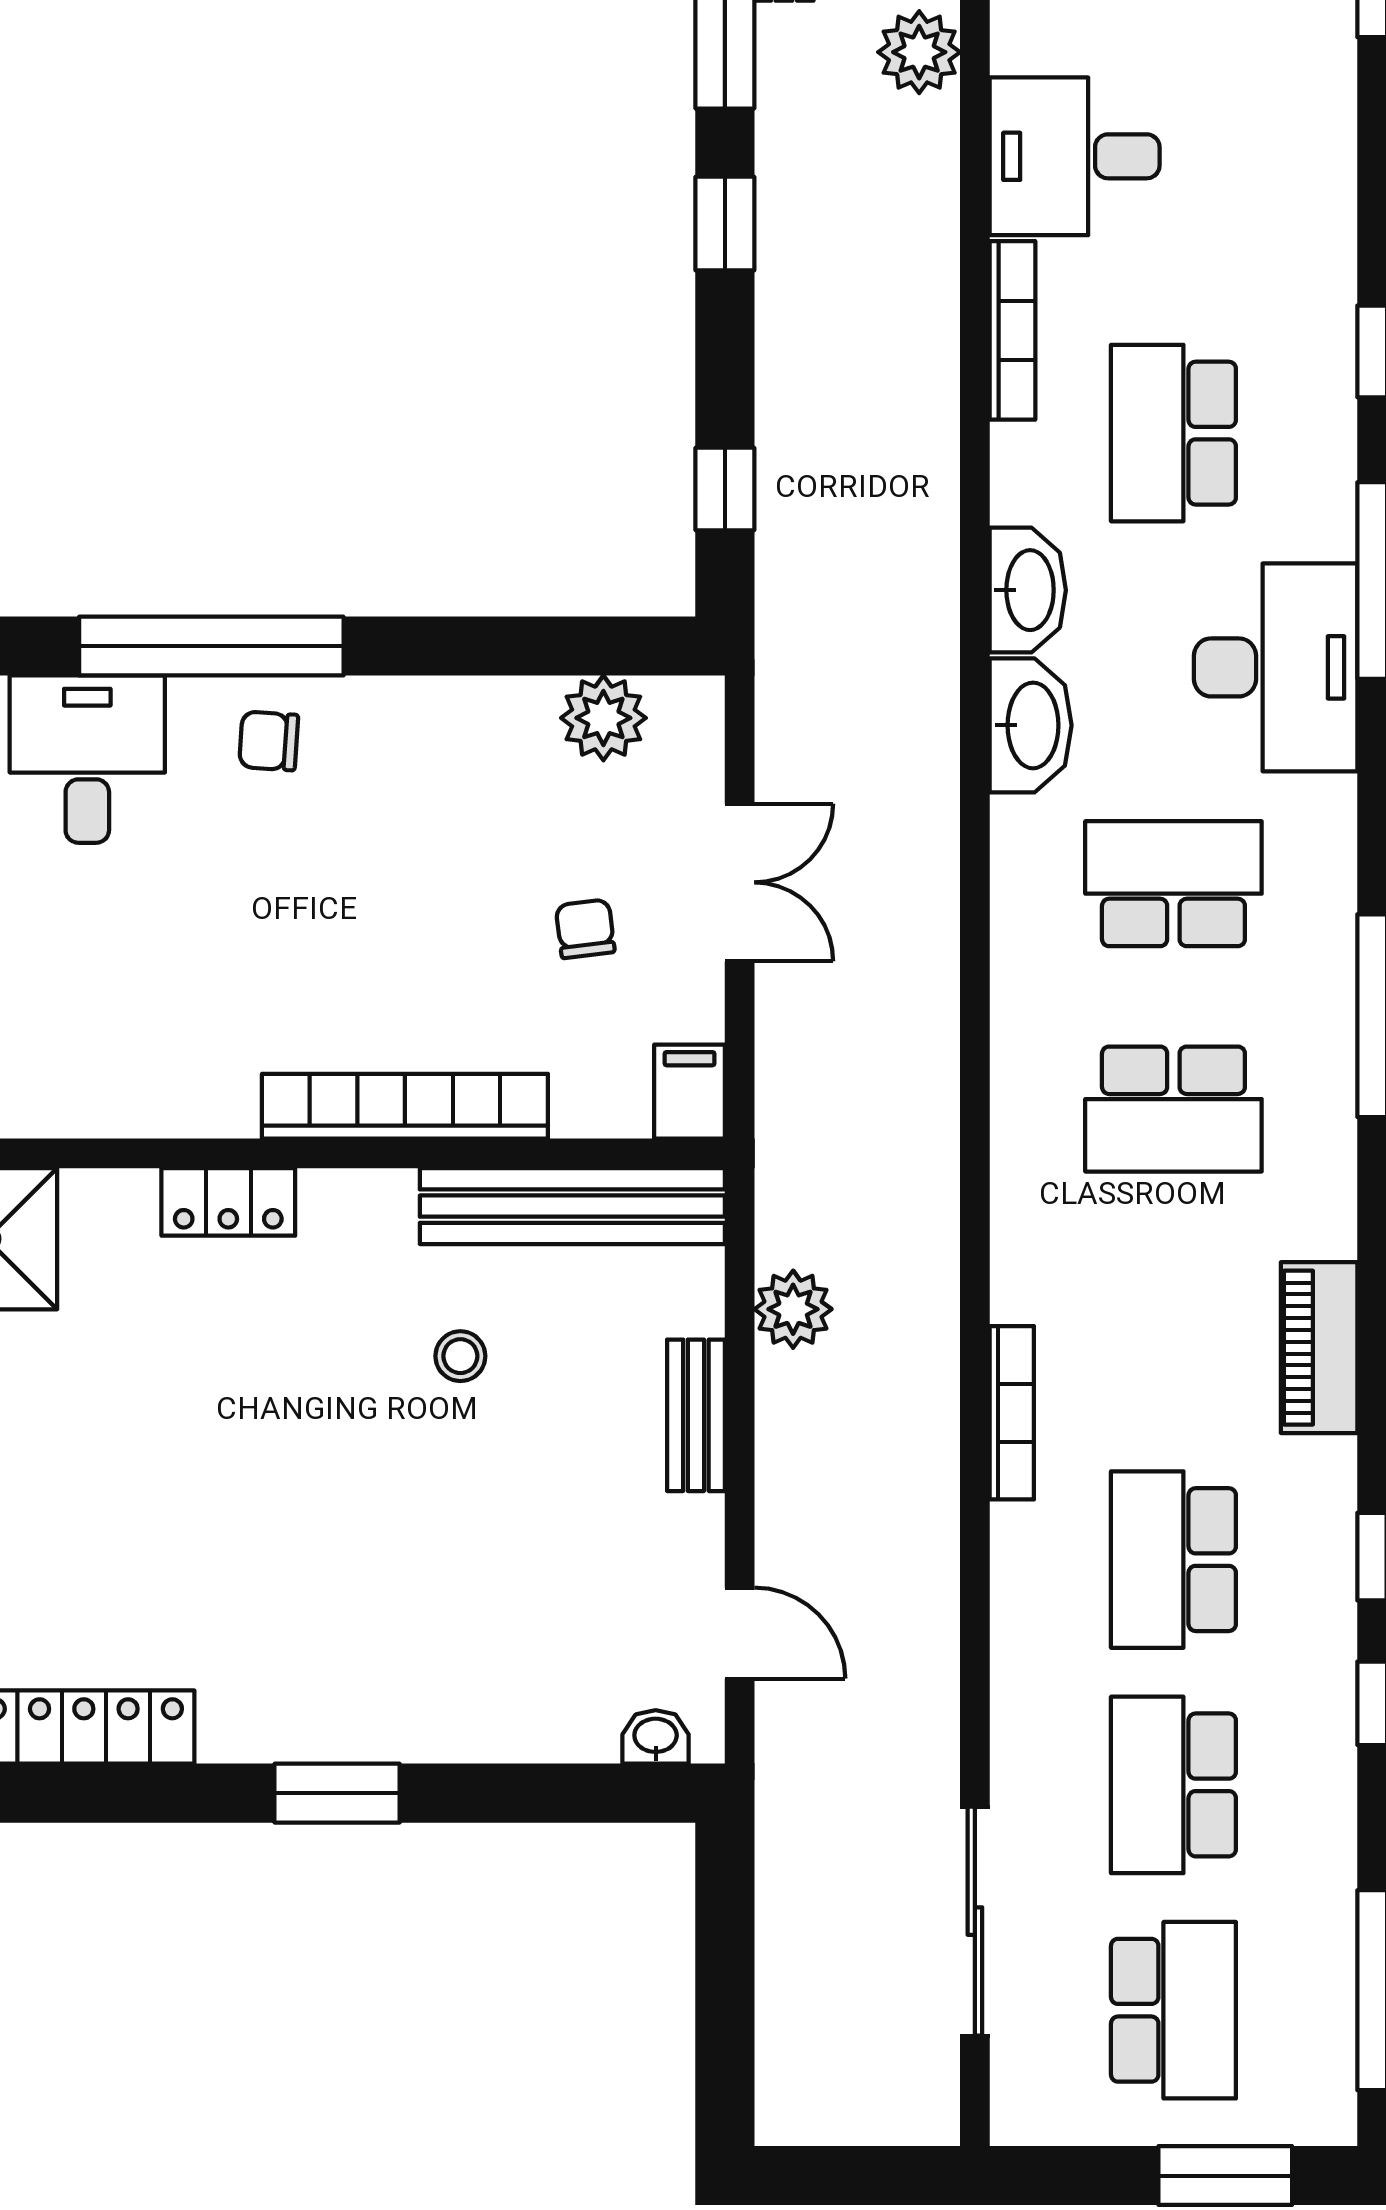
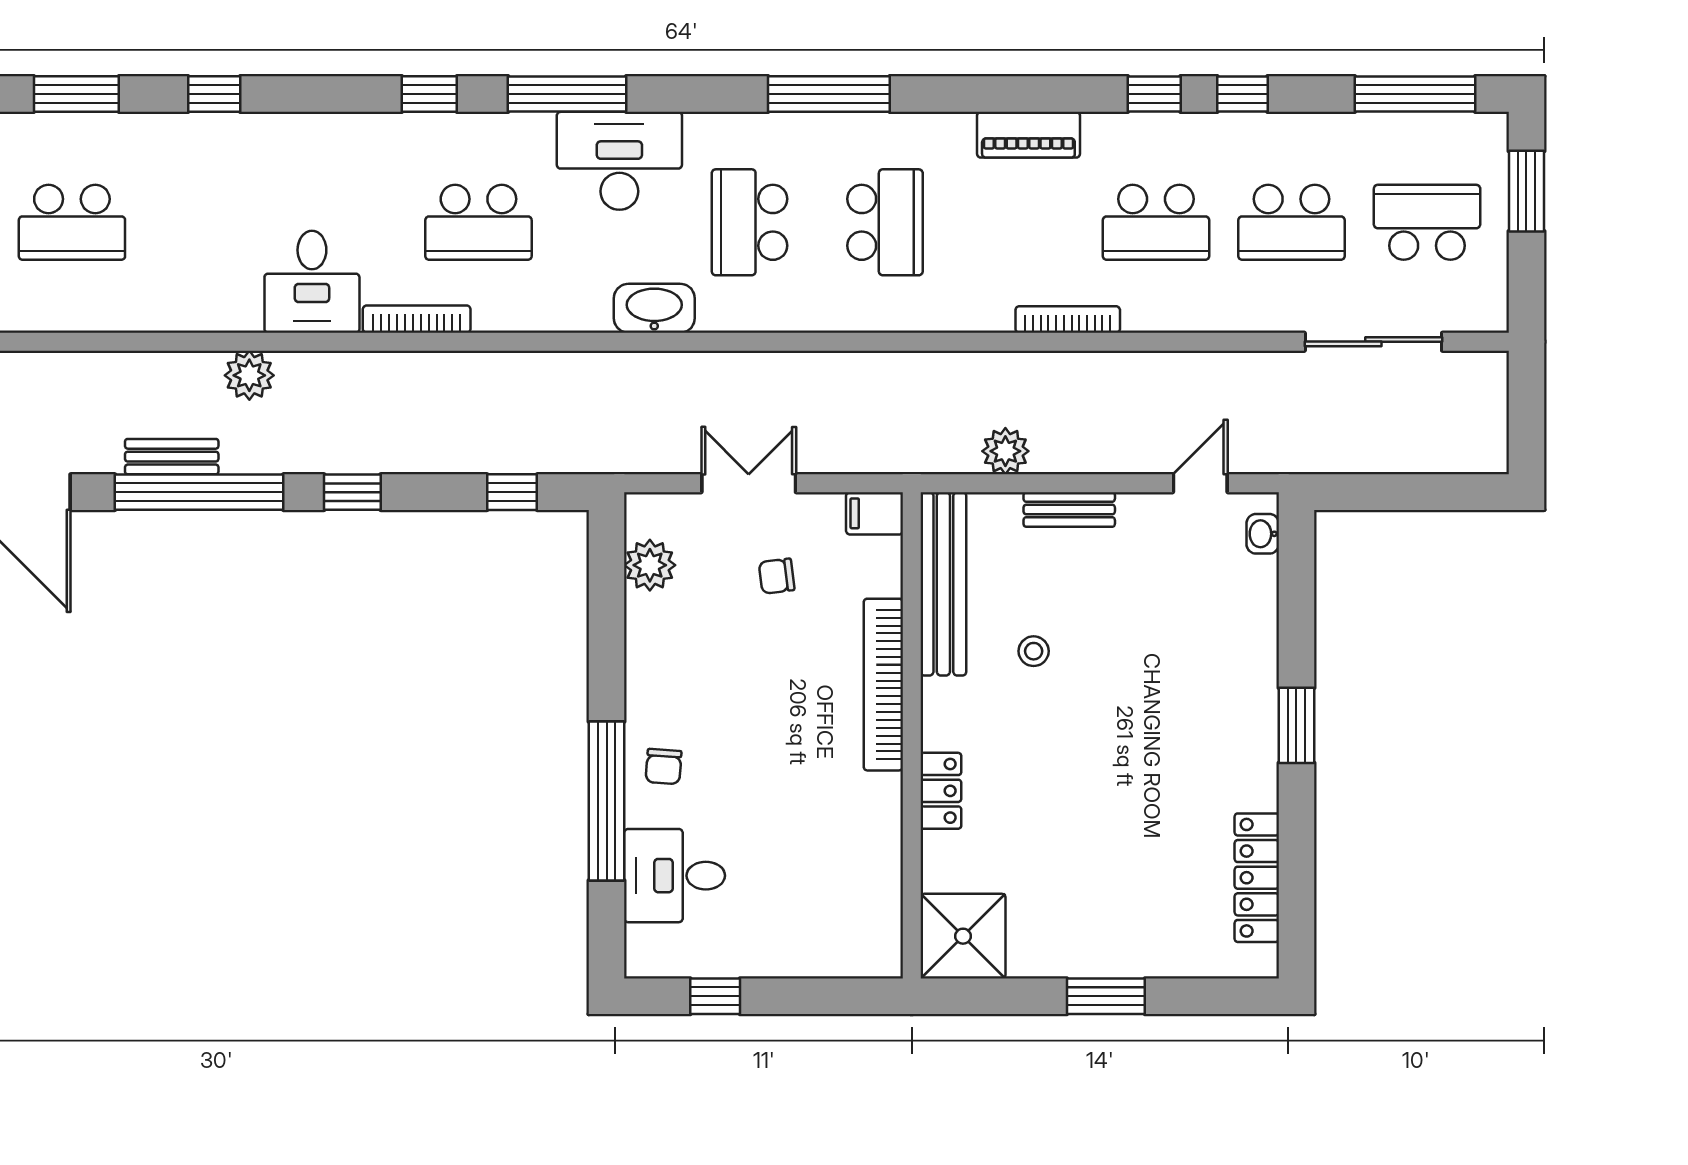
washbasin: (1028, 590) -> (573, 310), removed

